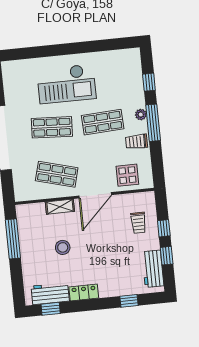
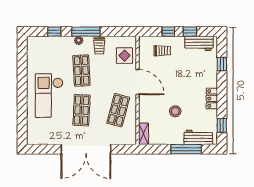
checkout: (66, 84) -> (49, 96), turned 180
shelving: (60, 207) -> (144, 134), moved
window: (13, 239) -> (186, 149), moved
workbench: (50, 294) -> (198, 137), moved, turned 90

